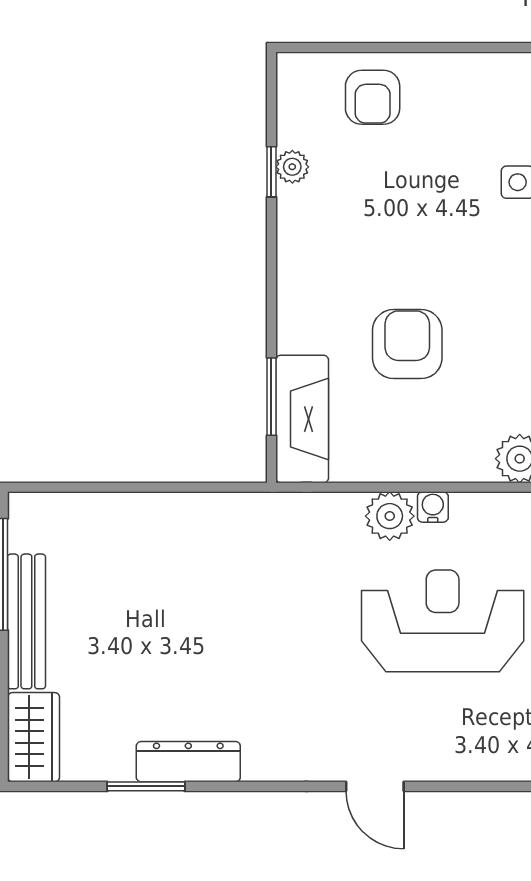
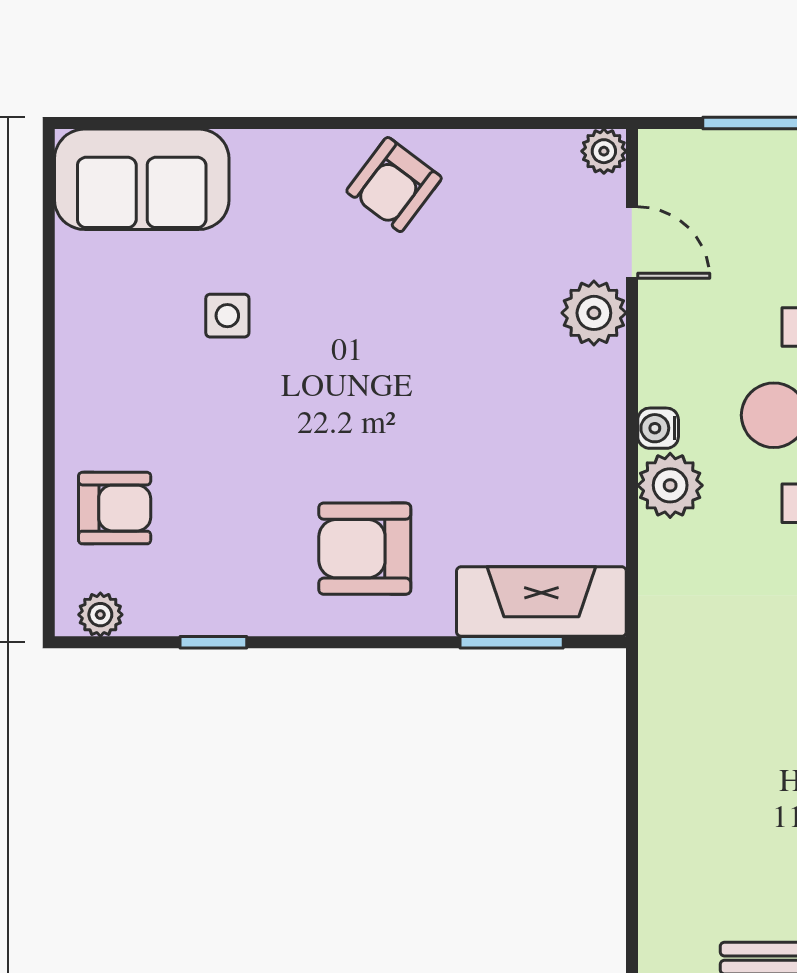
plant: (292, 167) -> (100, 615), moved
armchair: (407, 344) -> (365, 549), moved

